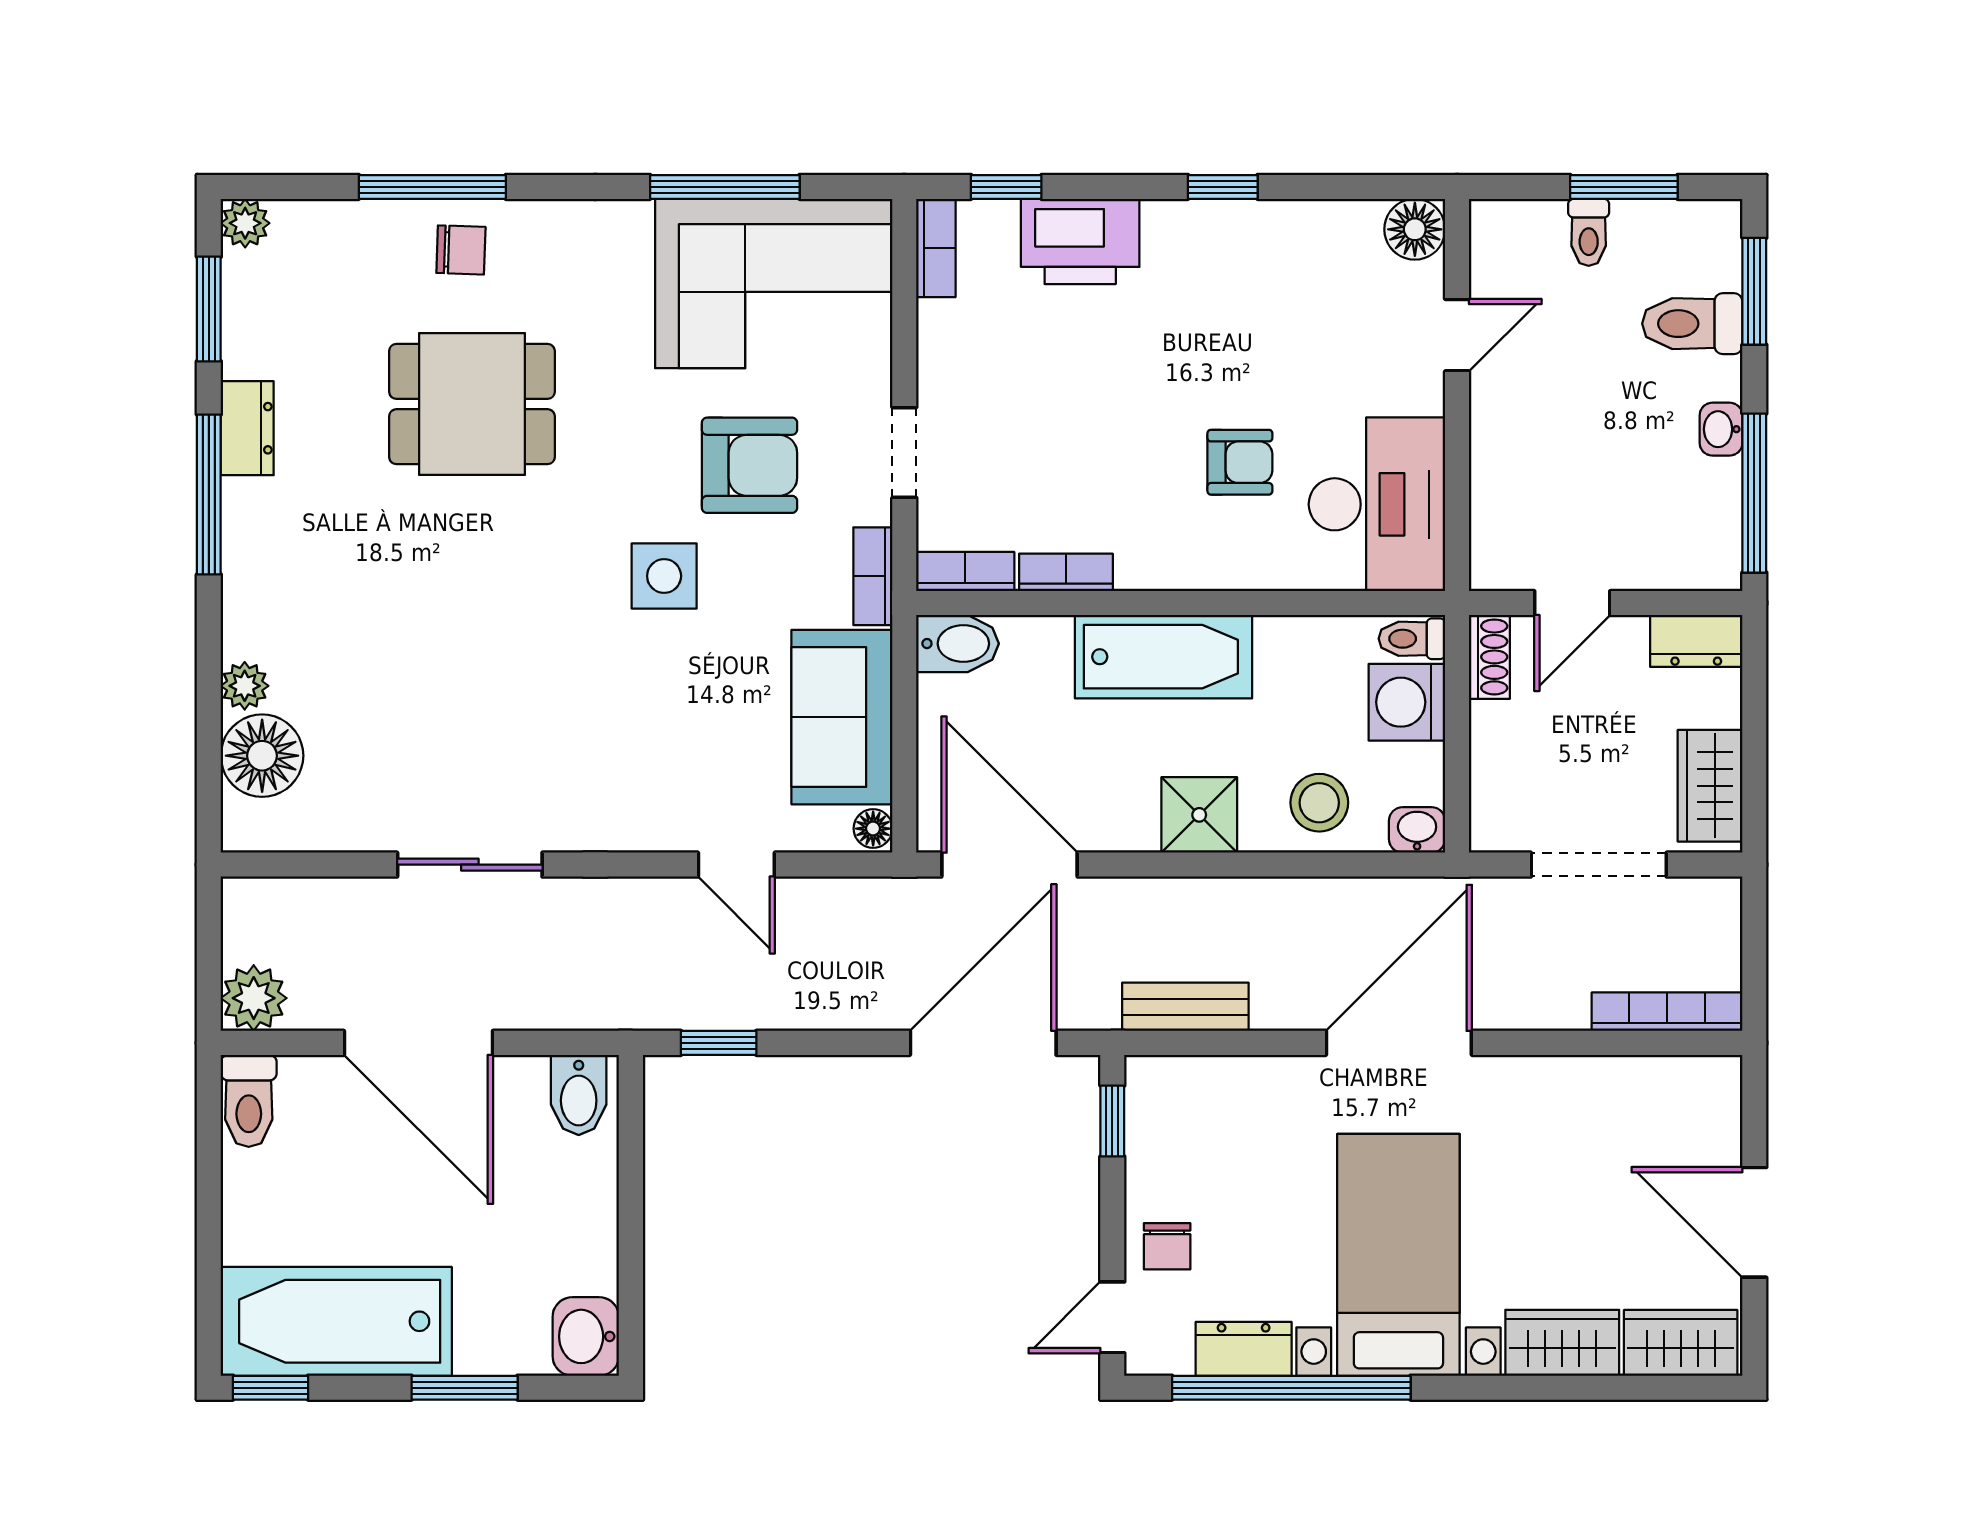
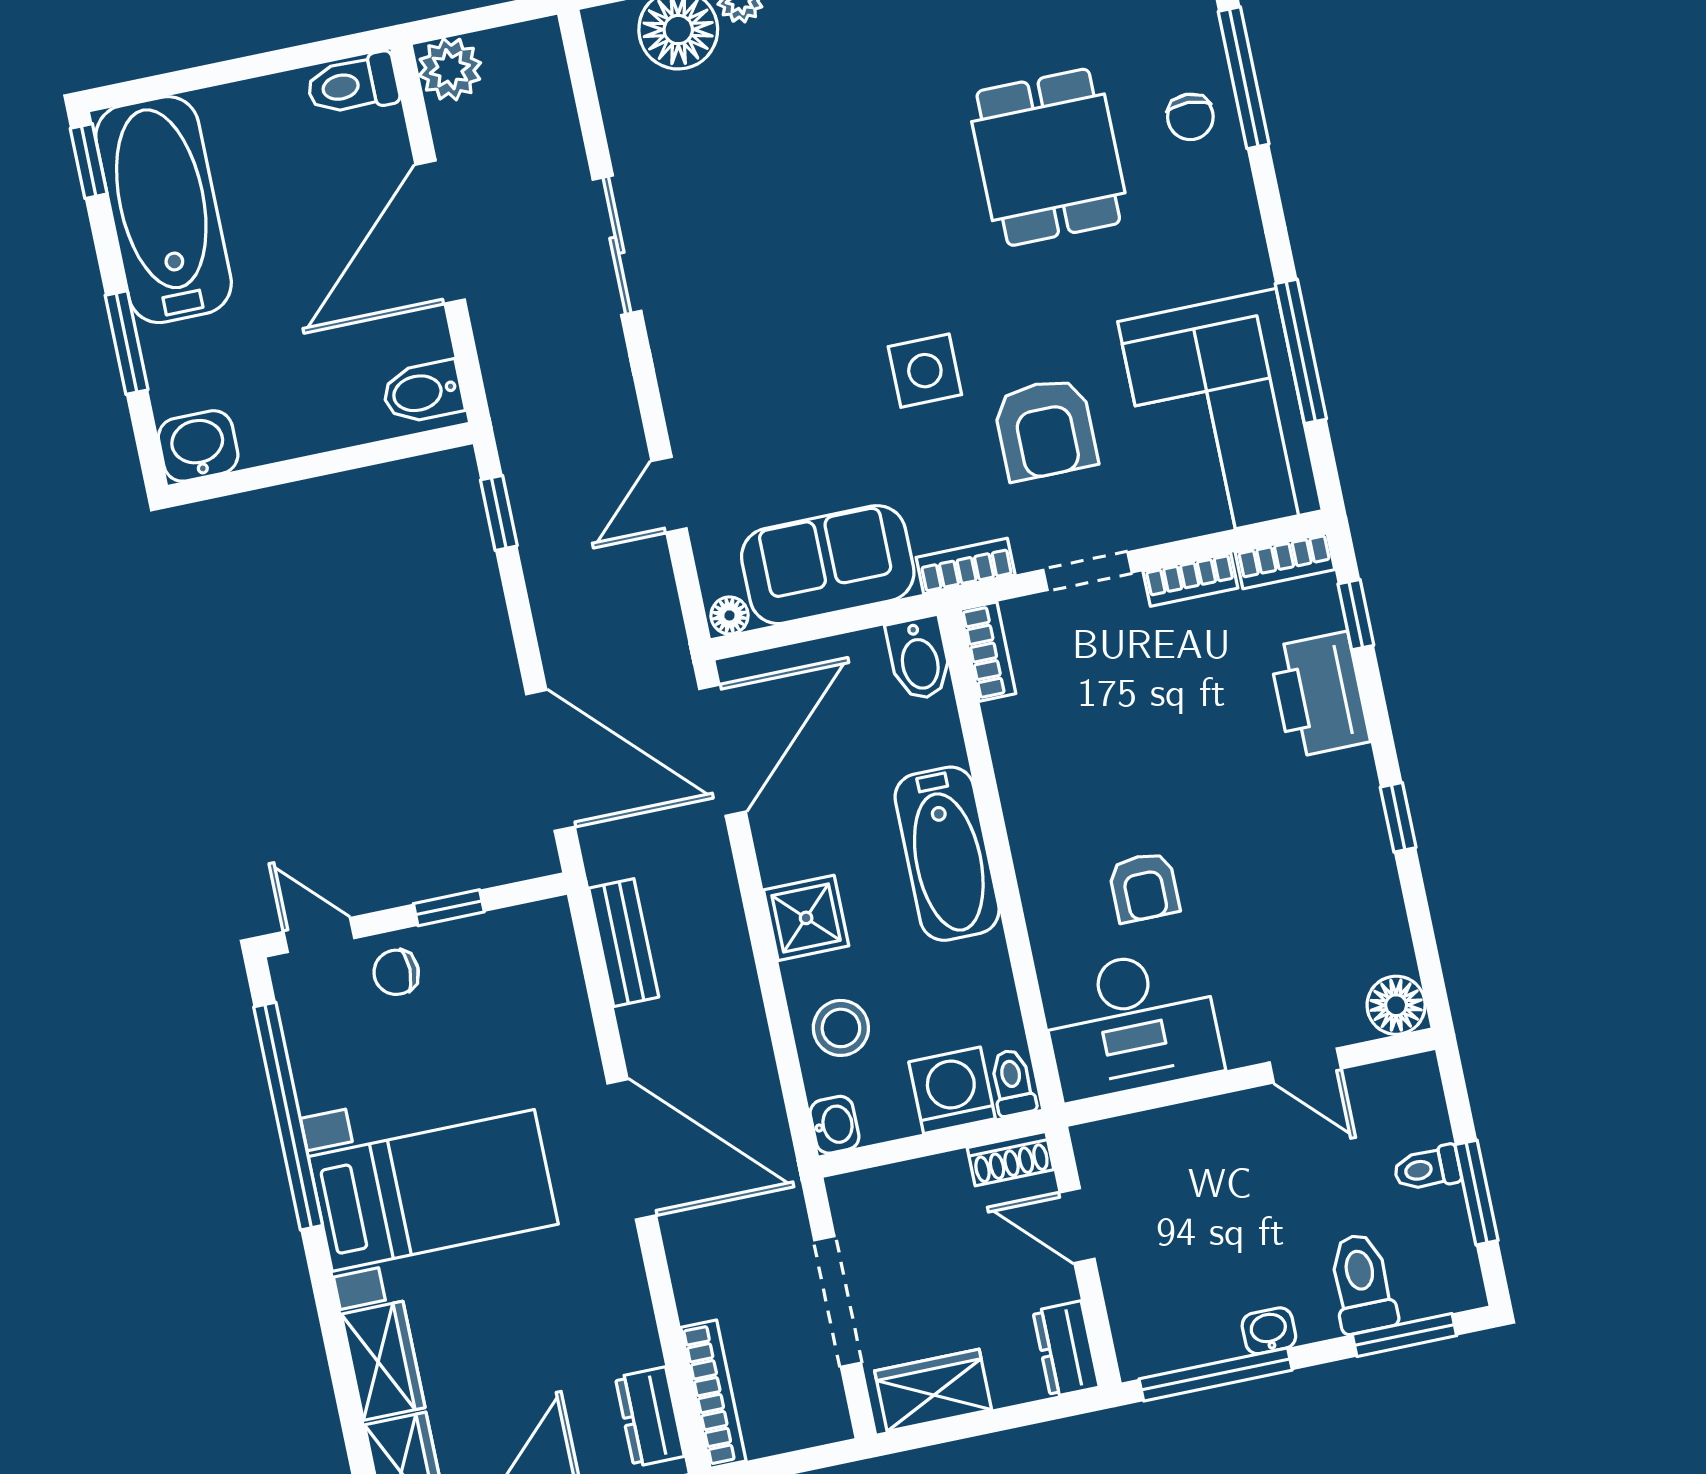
bookcase: (1066, 572) -> (1190, 580), moved, turned 90
window: (1112, 1121) -> (449, 908), moved
dresser: (1244, 1349) -> (650, 1417), moved, turned 180

